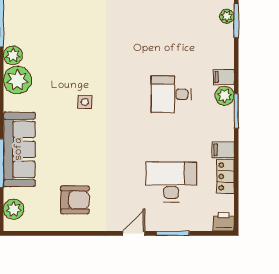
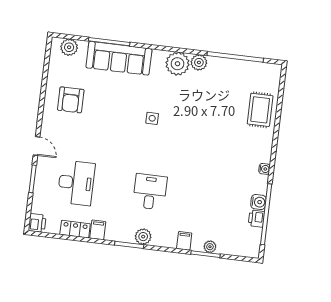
filing cabinet: (224, 77) -> (184, 241), moved

